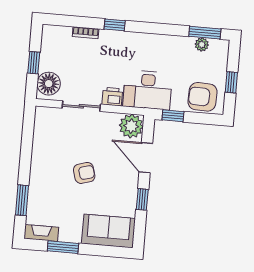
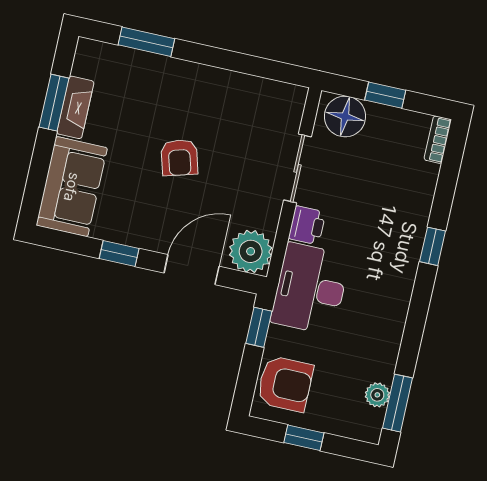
bookcase: (86, 33) -> (438, 140), moved
armchair: (203, 97) -> (285, 384), turned 88
fireplace: (41, 233) -> (75, 107), moved

